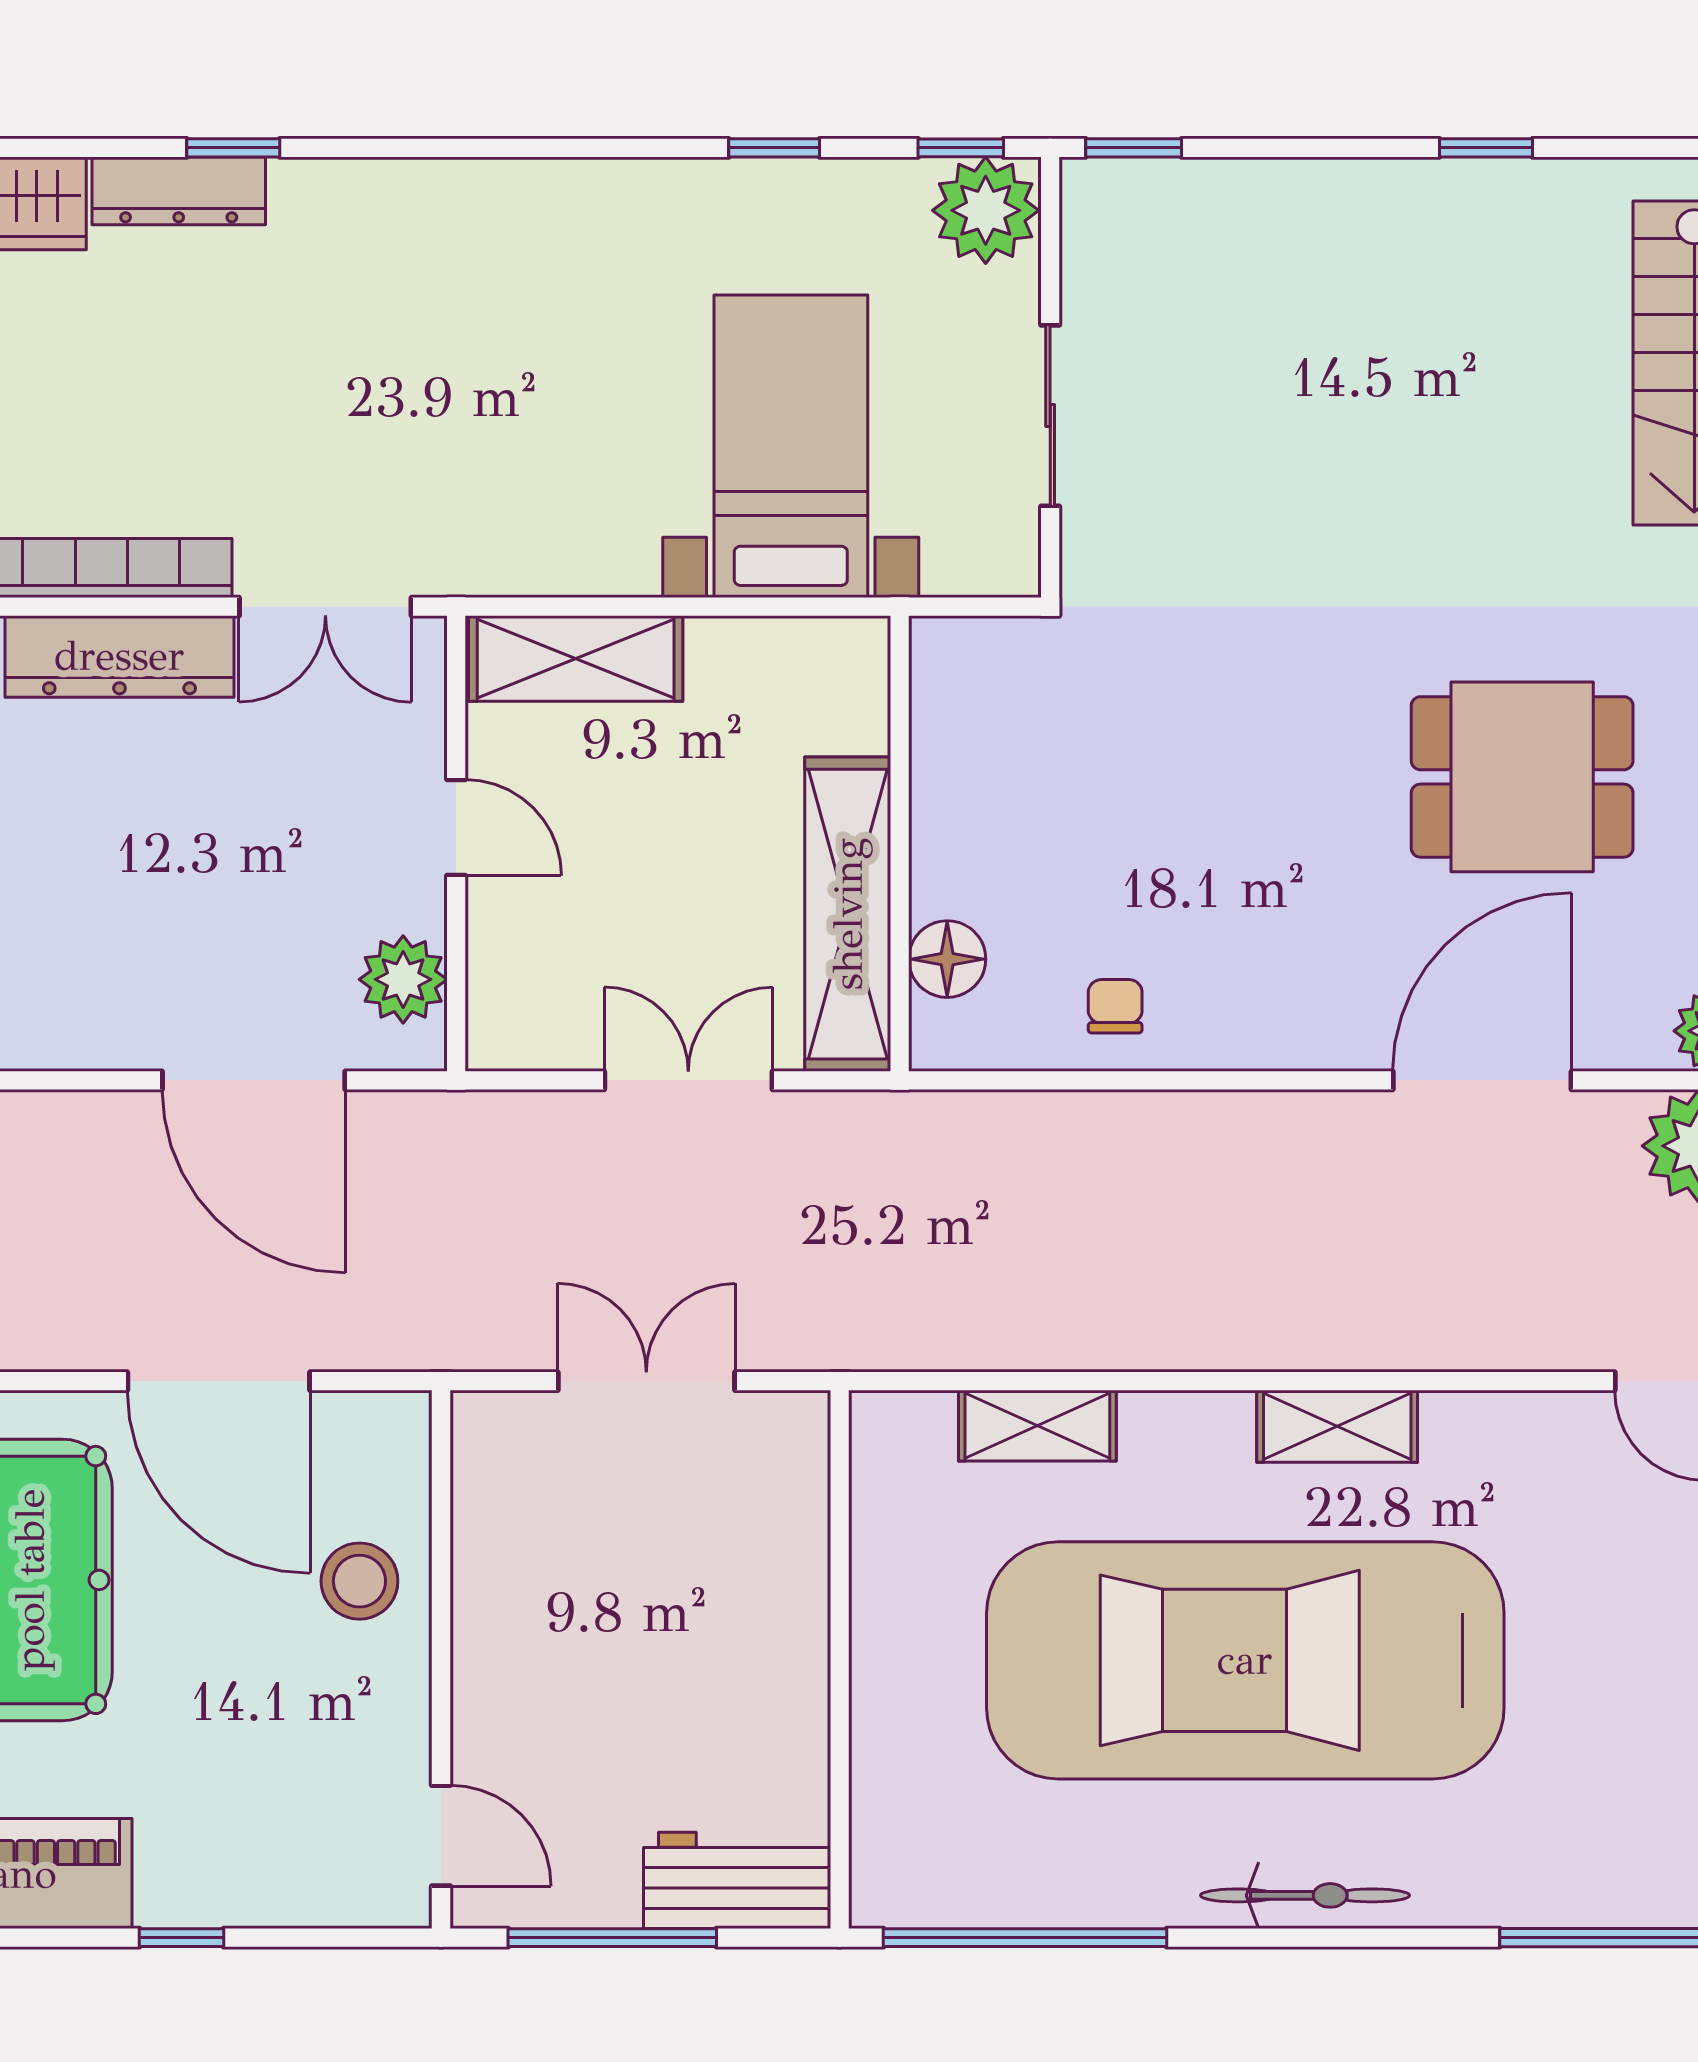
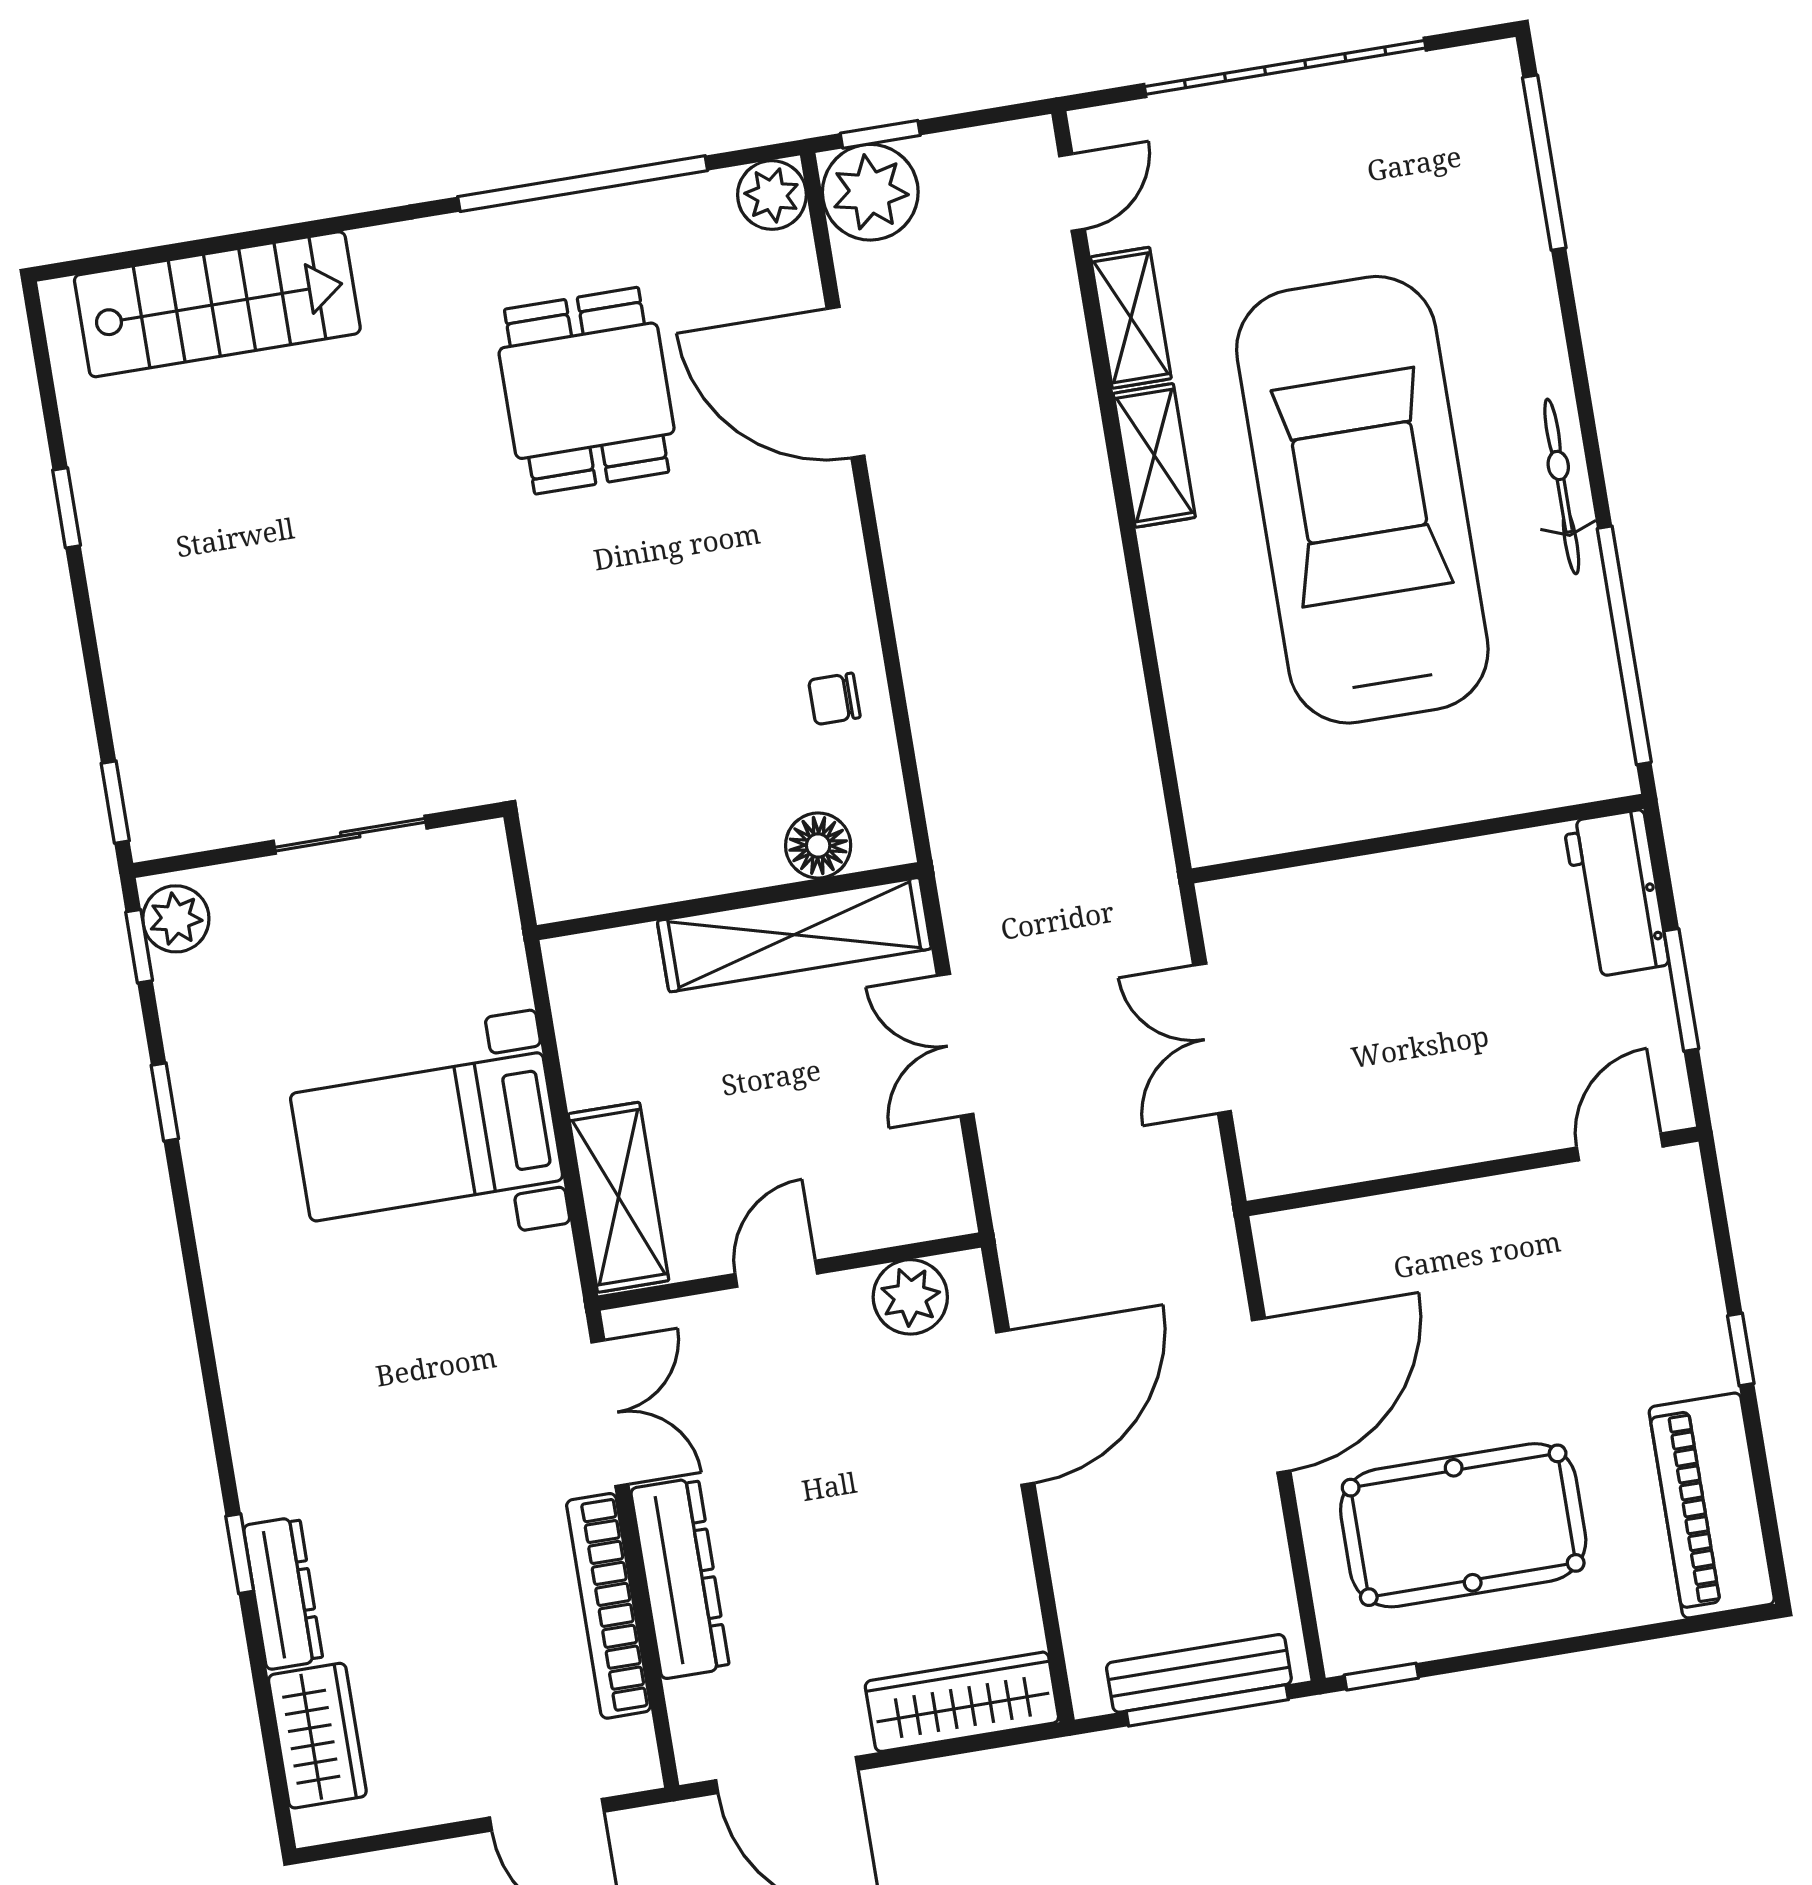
plant: (986, 210) -> (176, 919), width x0.73, depth x0.73
bed with nightstands: (791, 446) -> (427, 1137), moved
shelving: (1037, 1426) -> (1131, 318), moved
stool: (359, 1581) -> (1419, 1250), removed
car: (1245, 1660) -> (1362, 500), turned 180
bicycle: (1305, 1895) -> (1562, 486), moved
window: (612, 1938) -> (1681, 990), width x0.69

